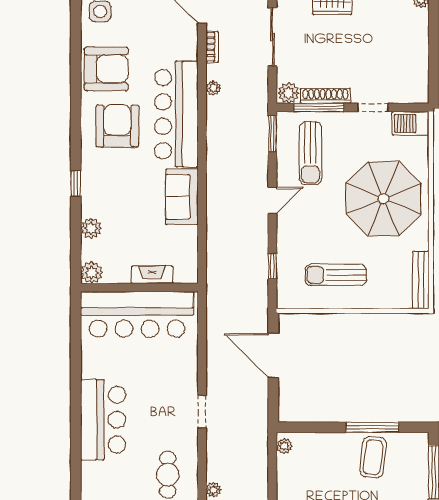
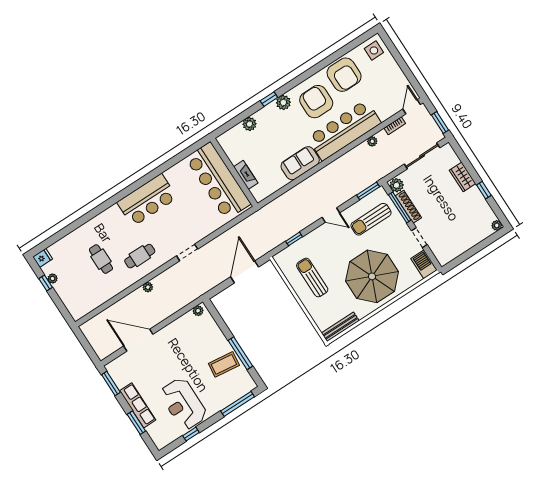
armchair: (117, 126) -> (316, 102), turned -90
plant: (92, 272) -> (283, 103), moved

